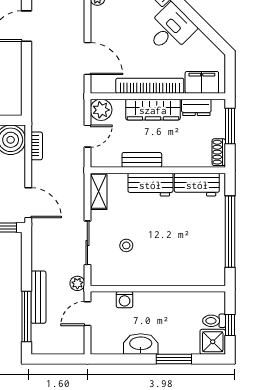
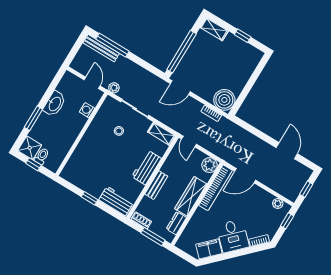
filing cabinet: (202, 82) -> (209, 249), moved, turned -135
bookcase: (150, 86) -> (216, 188), moved
door: (87, 136) -> (189, 141), moved
bench: (142, 160) -> (156, 185), moved
workbench: (197, 185) -> (116, 201), moved, turned 90
window: (230, 232) -> (90, 198), width x0.32
bench: (38, 297) -> (101, 48), moved

